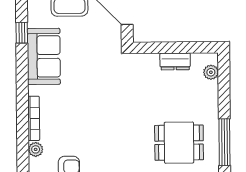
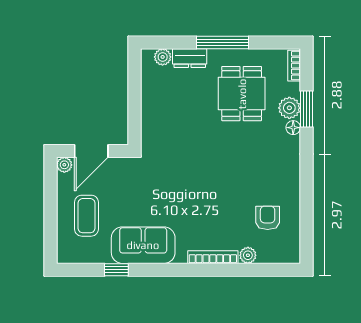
dresser: (175, 61) -> (190, 58), moved, turned 90
window: (224, 142) -> (223, 42), moved

